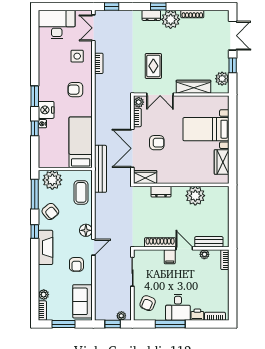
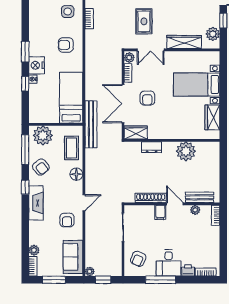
armchair: (157, 143) -> (147, 98), turned 90
floor lamp: (86, 230) -> (76, 174), moved
plant: (121, 316) -> (90, 272), moved

